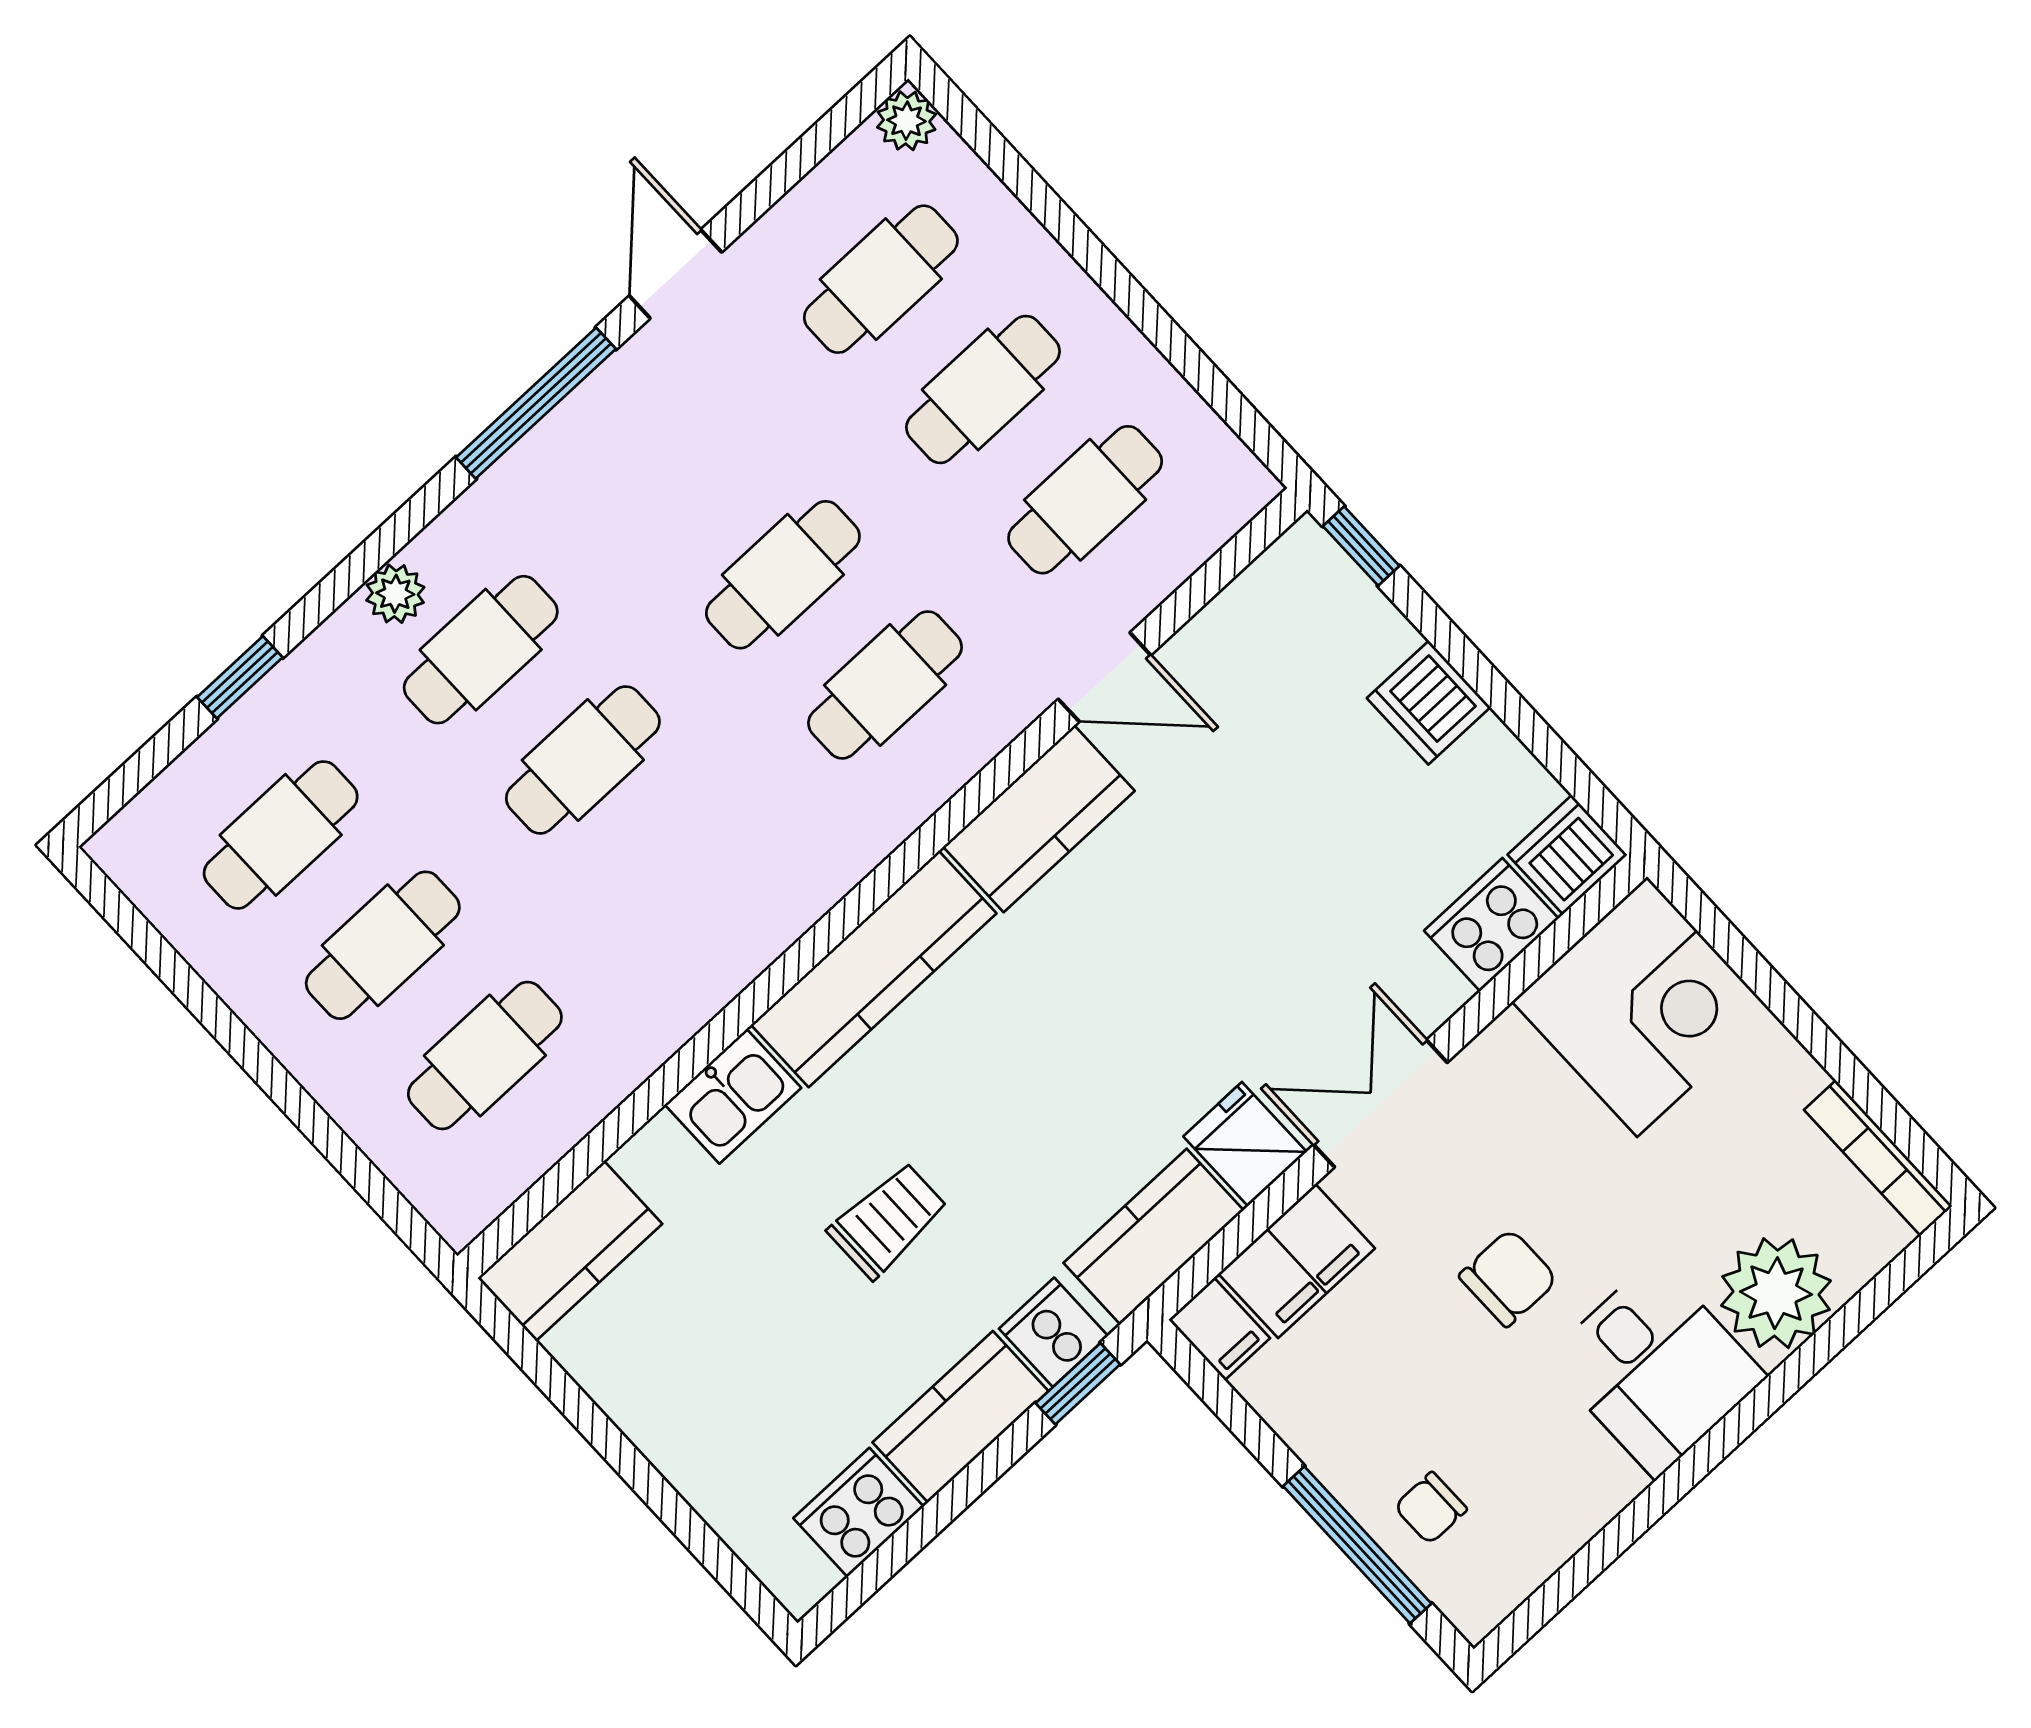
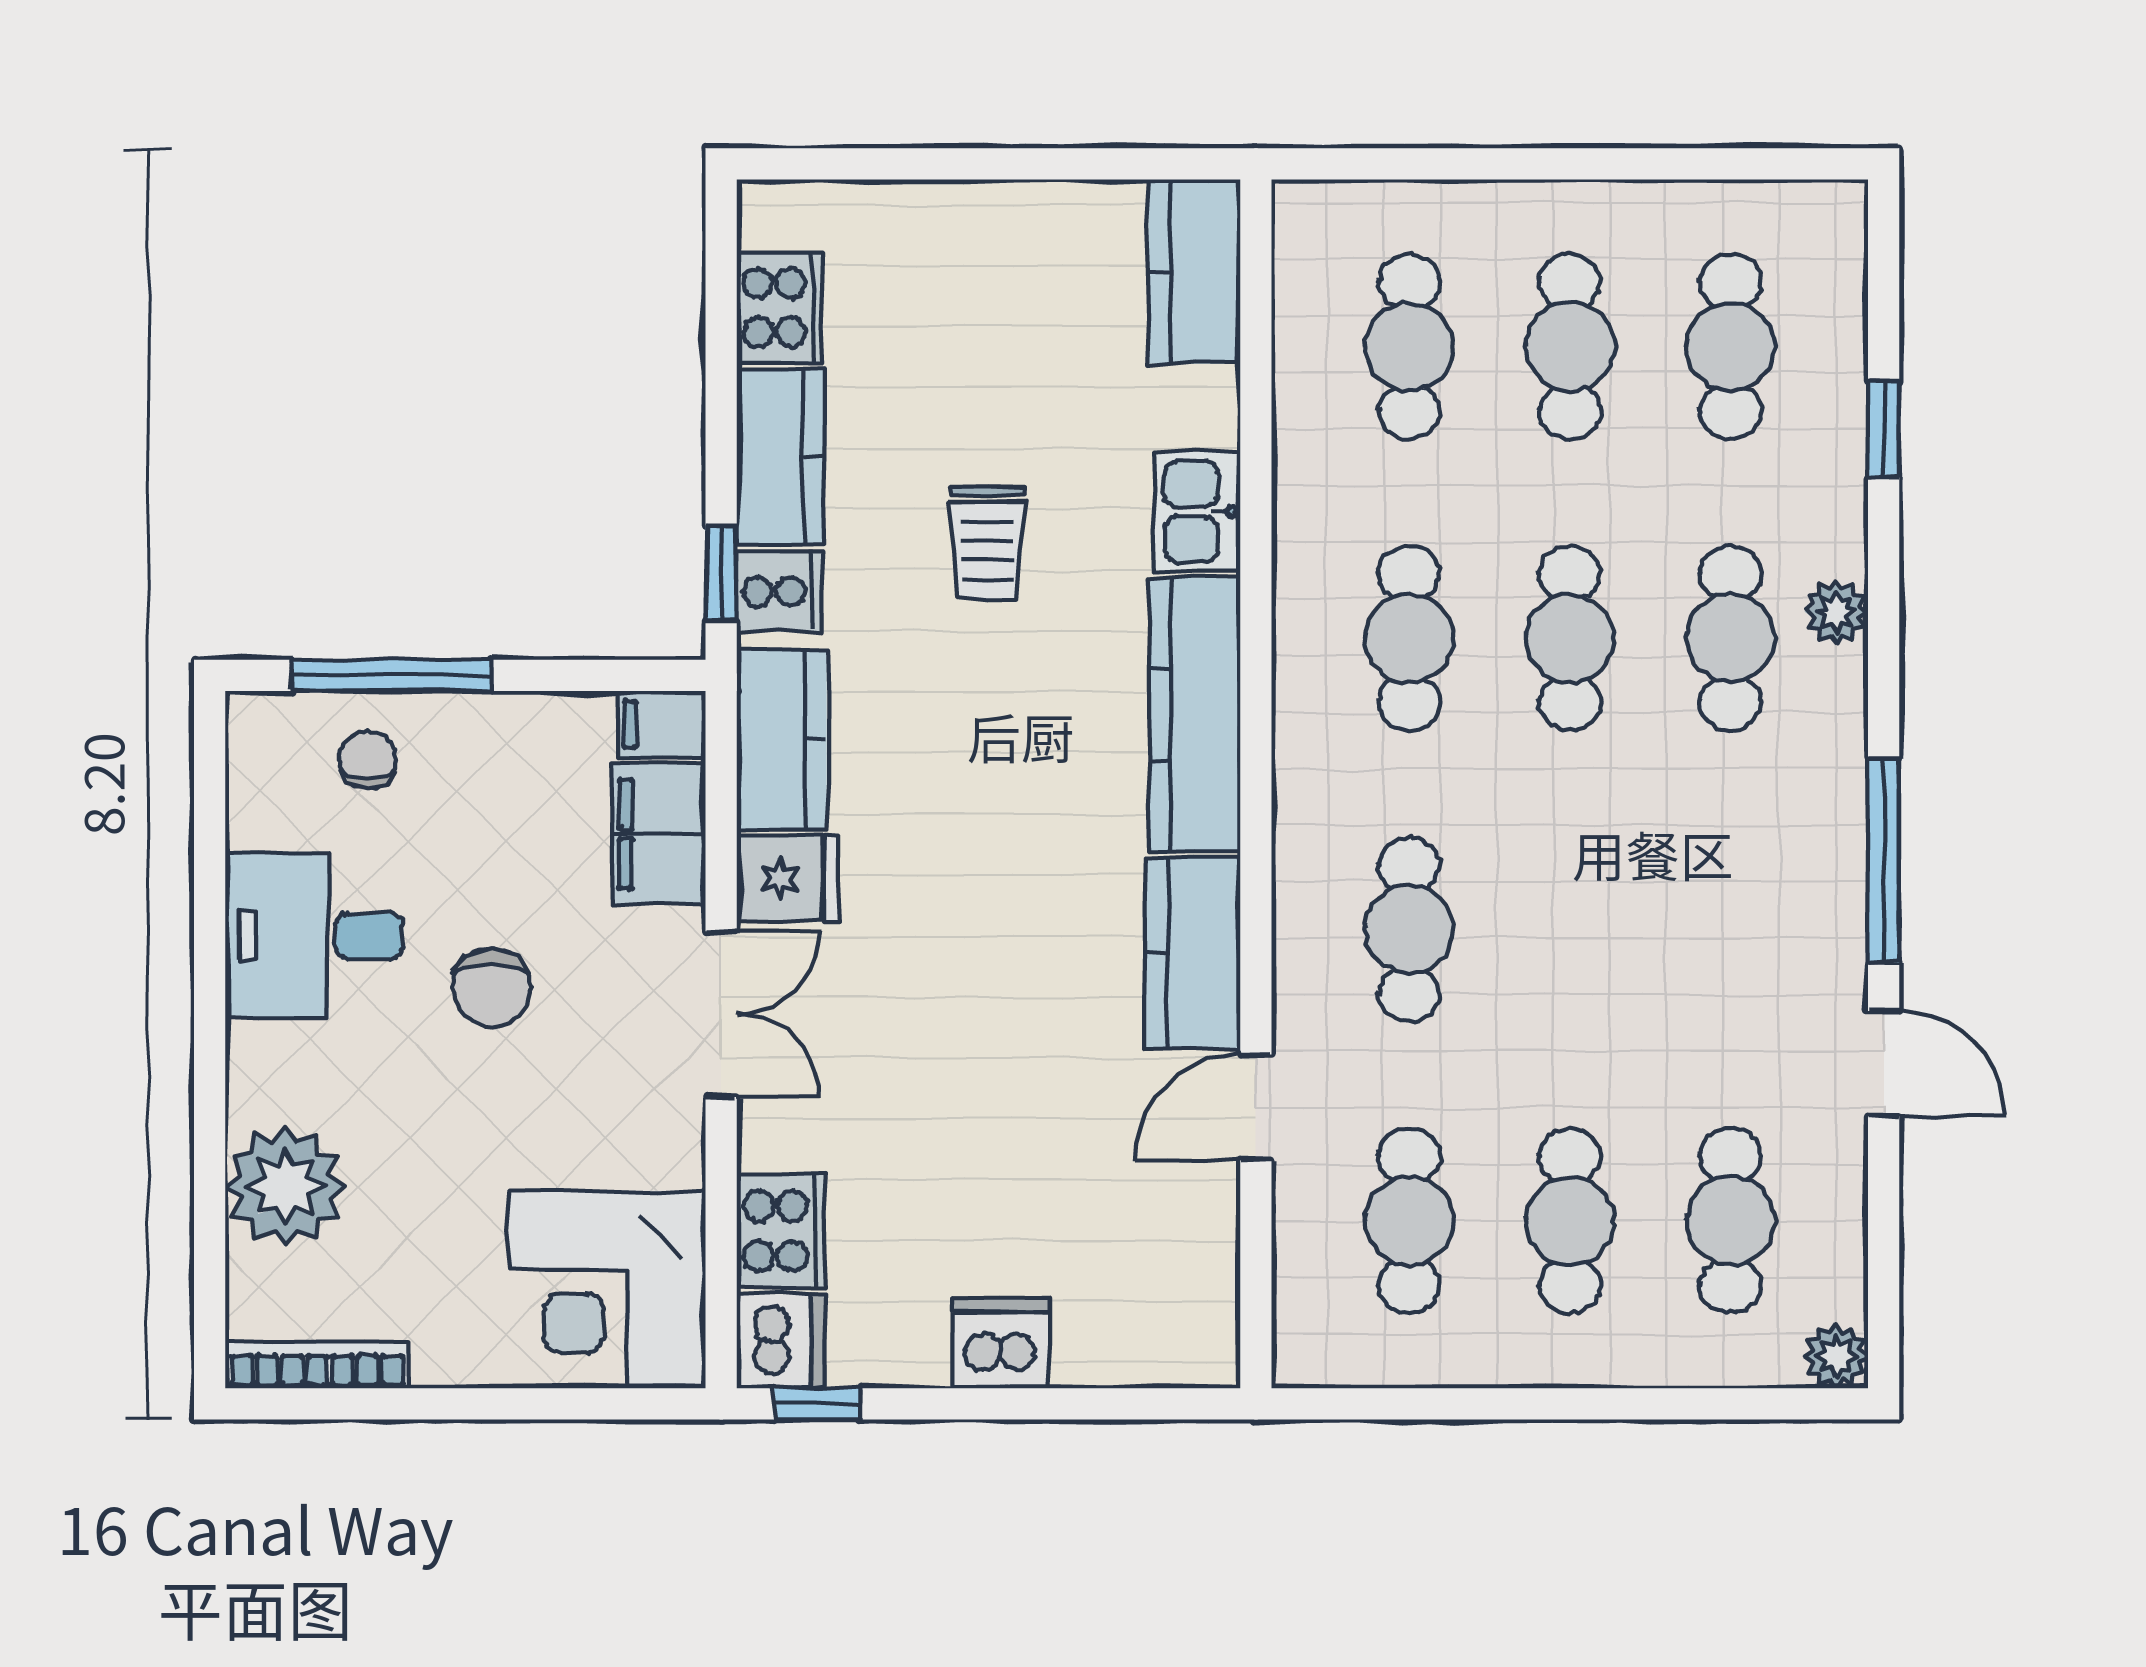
window: (1361, 546) -> (817, 1404), moved
cafe table: (783, 575) -> (1409, 638), moved
desk: (1656, 1368) -> (314, 936), moved

